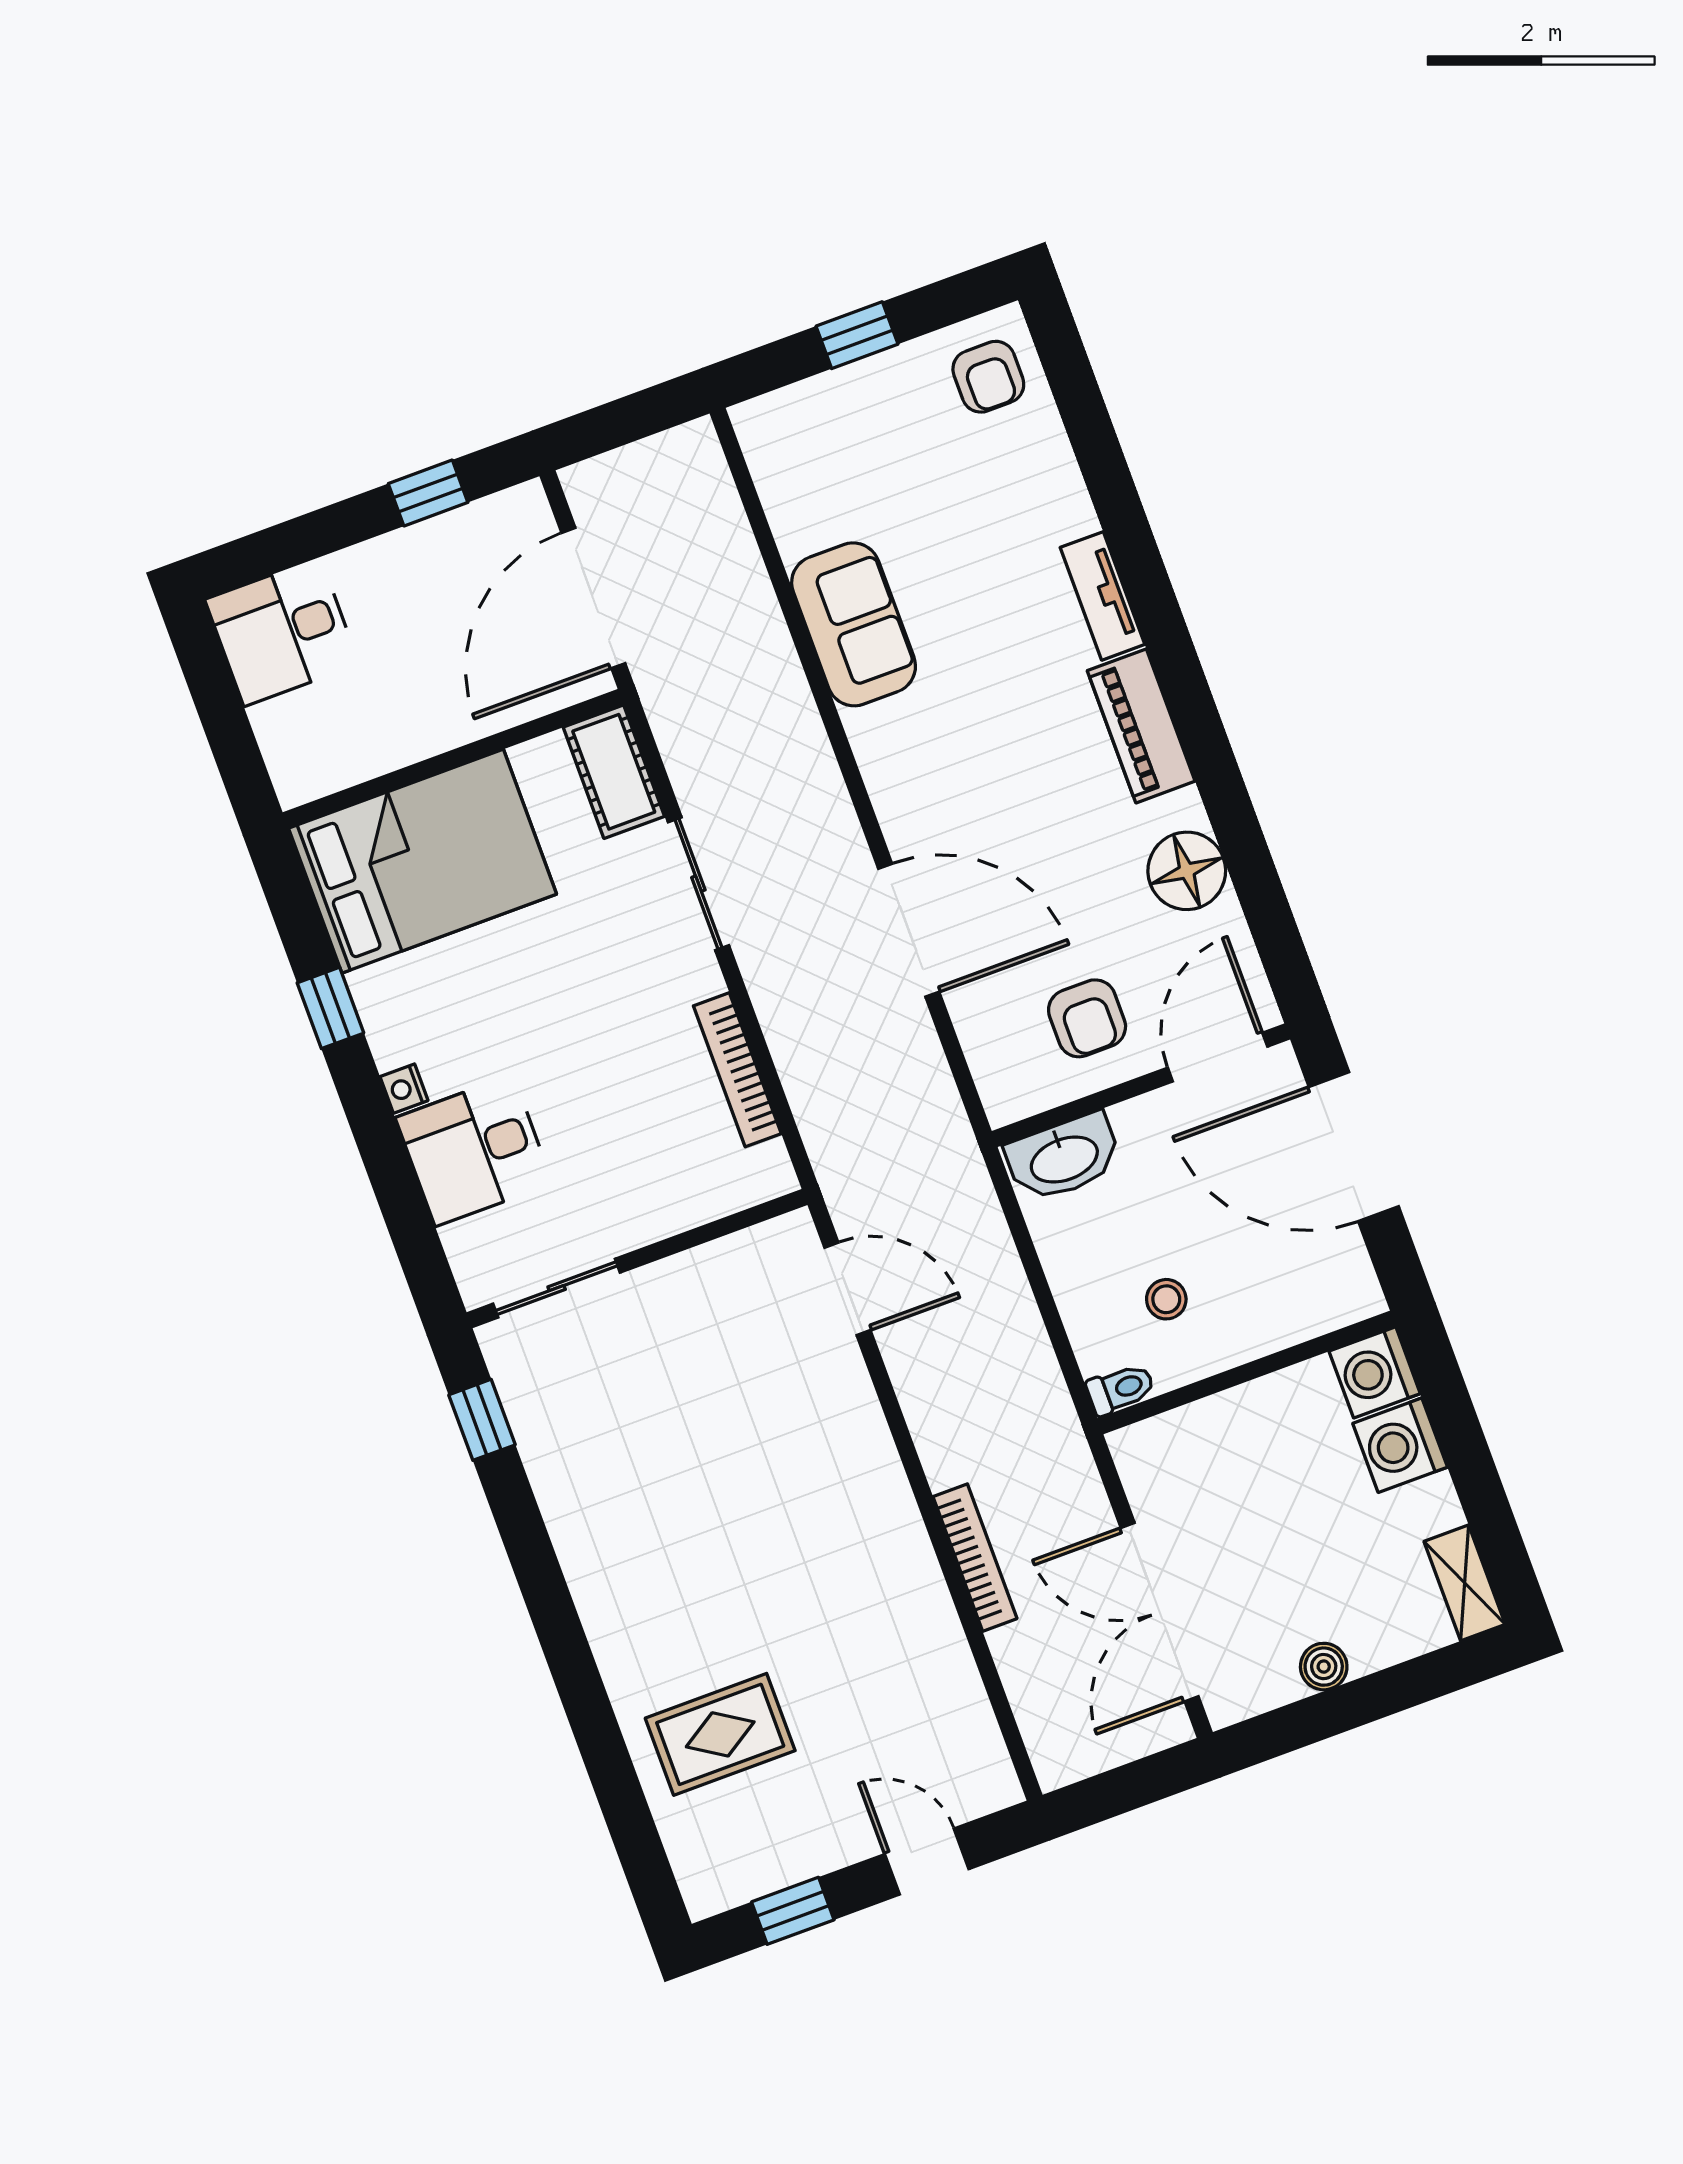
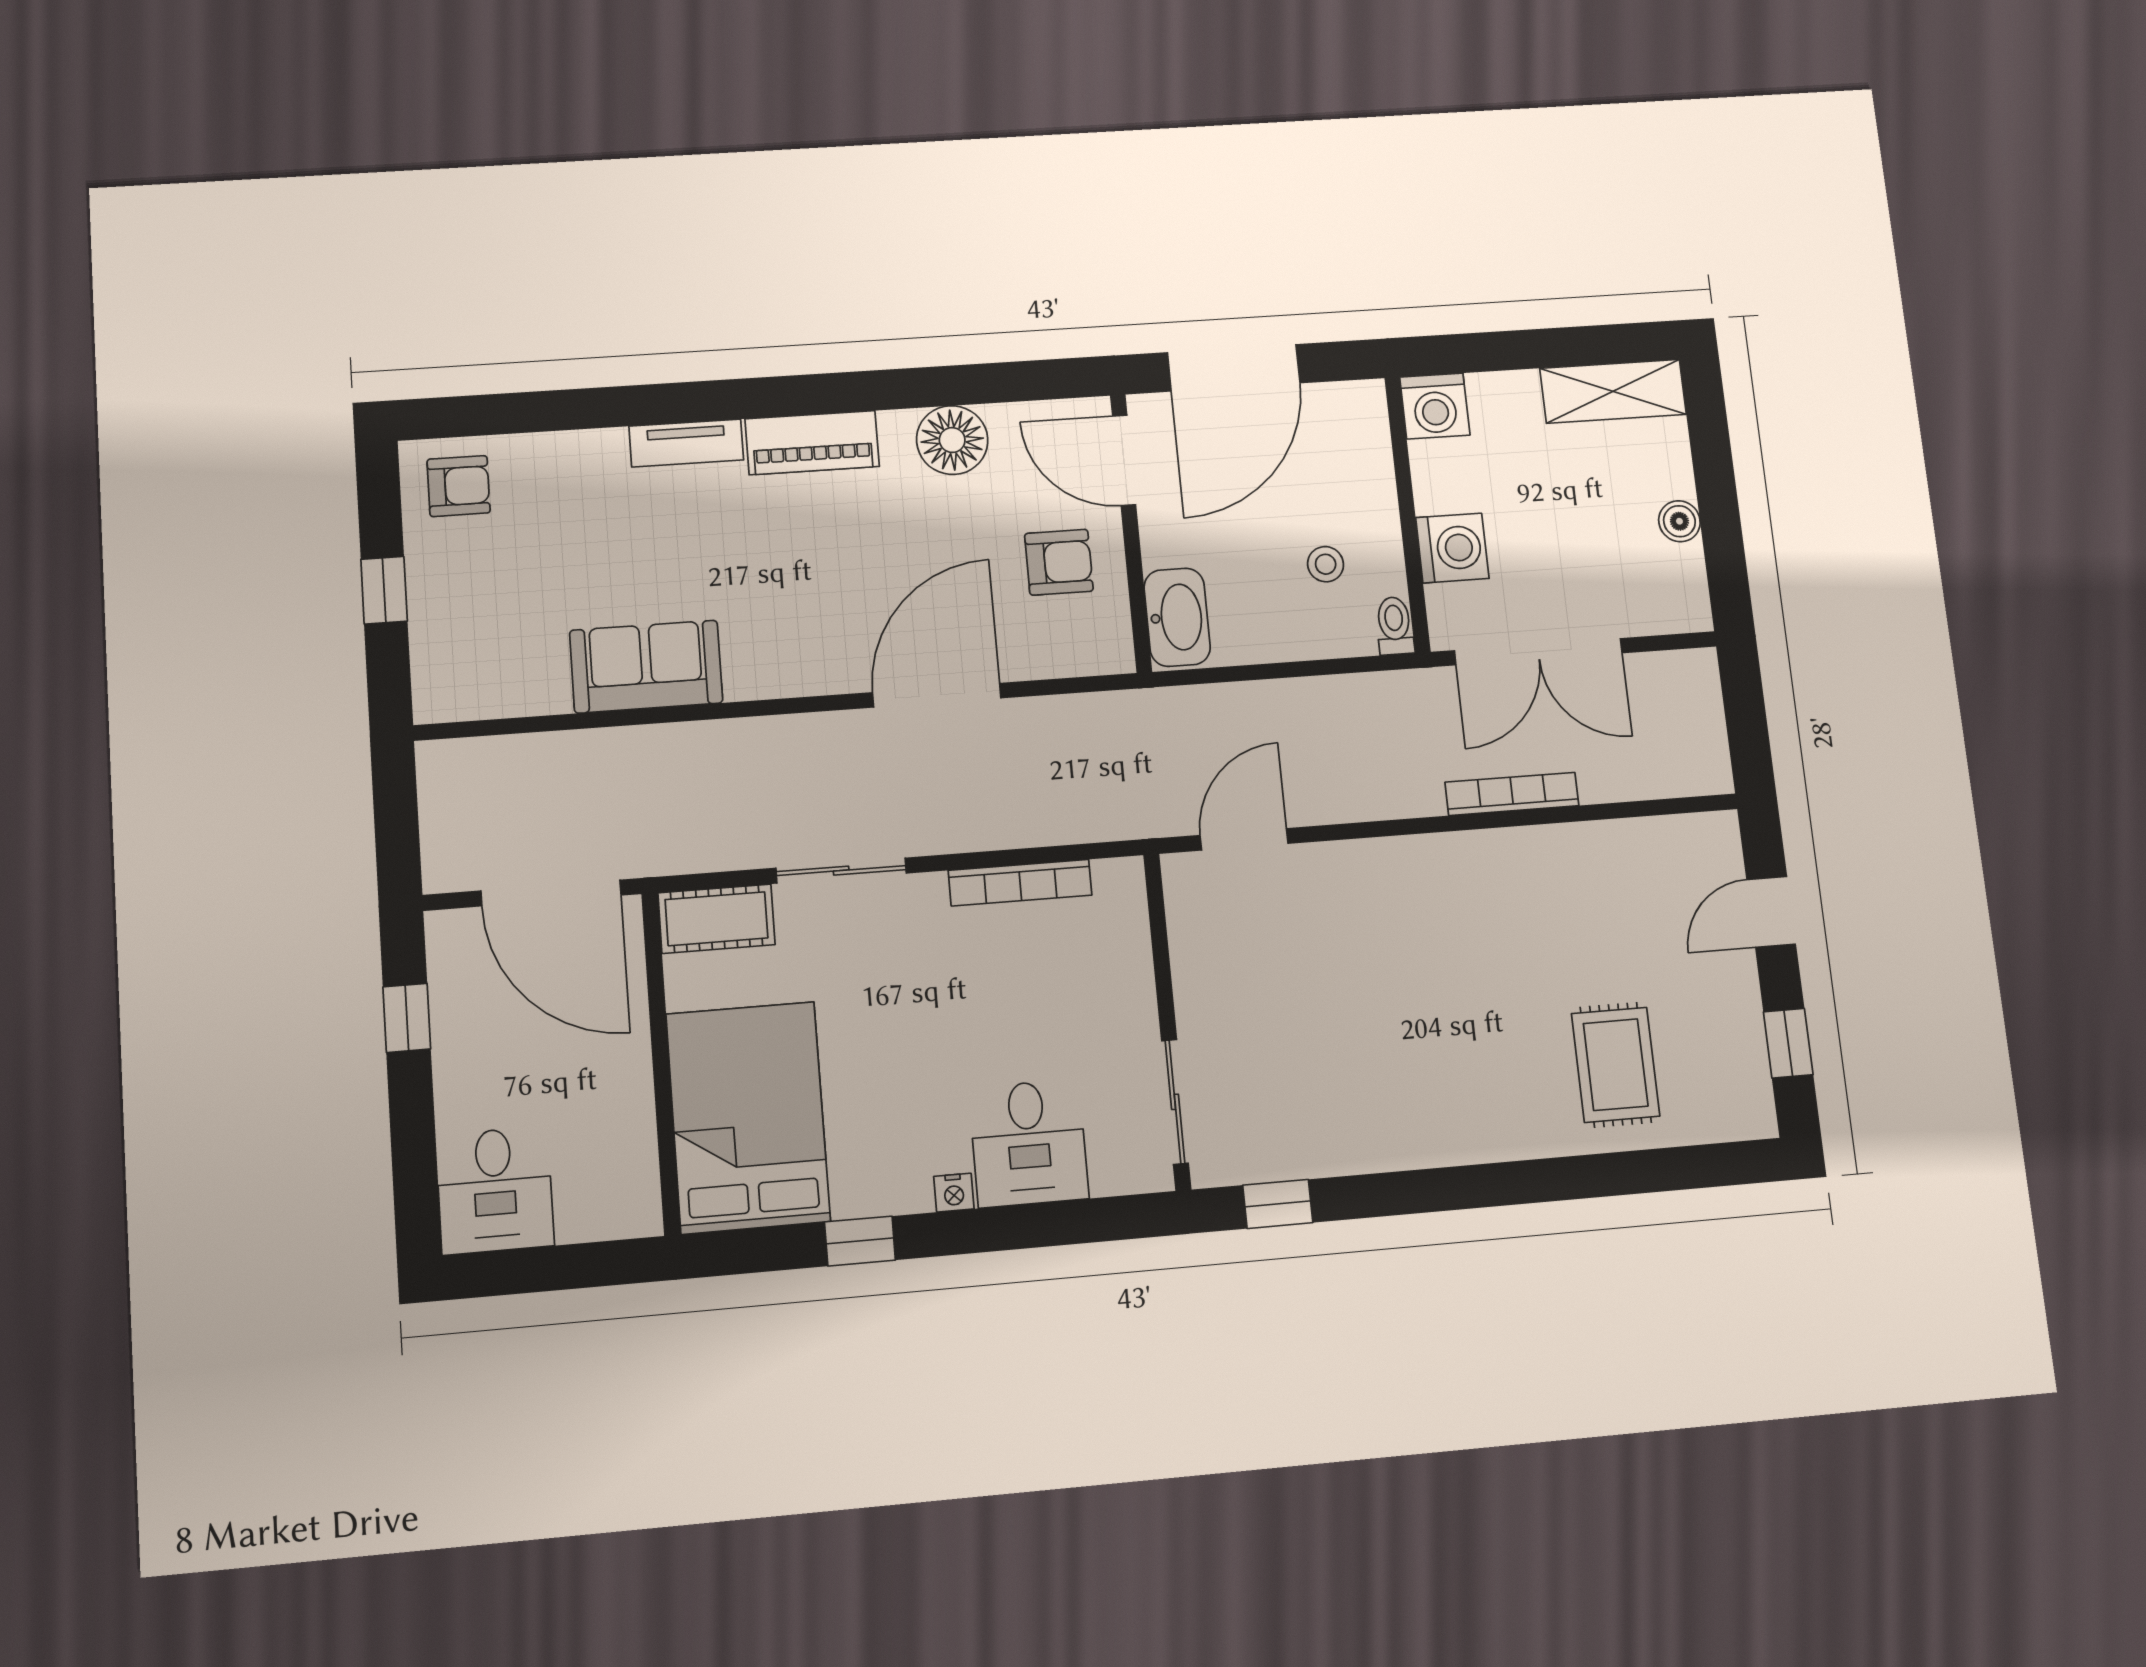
washing machine: (1400, 1445) -> (1452, 548), moved, turned -90
shelving: (1465, 1583) -> (1613, 391), width x1.50, depth x1.33
double door: (1160, 1612) -> (1538, 652), moved

